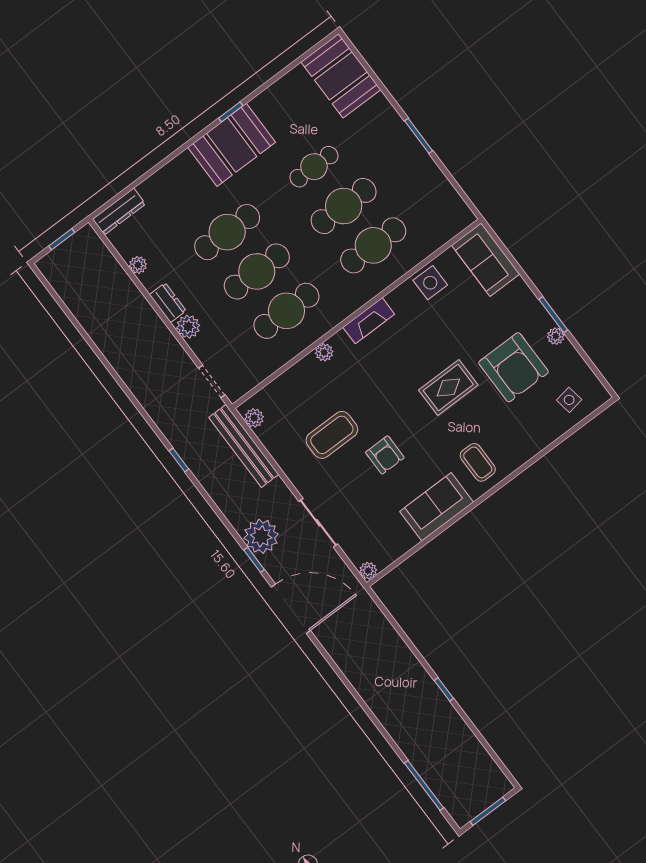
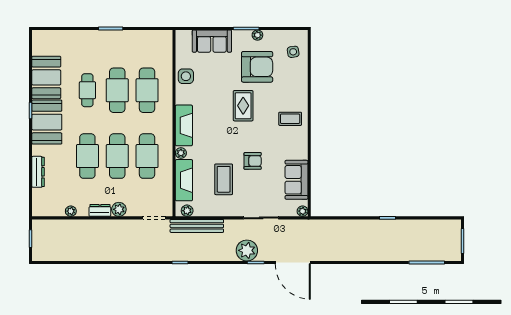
booth: (341, 76) -> (46, 77), moved, turned 90
dresser: (119, 212) -> (38, 172), moved
sofa: (486, 260) -> (212, 41), moved
fireplace: (369, 321) -> (184, 125), width x1.37, depth x1.32
fireplace: (291, 383) -> (184, 180), added
sofa: (437, 507) -> (297, 180), moved
door: (291, 609) -> (293, 262), swing flipped

